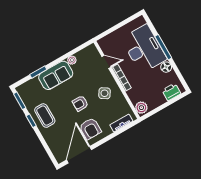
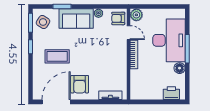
side table: (104, 93) -> (43, 22), moved
armchair: (80, 103) -> (118, 18), moved
plant: (141, 108) -> (136, 15), moved
coffee table: (45, 116) -> (57, 56), moved, turned 90

